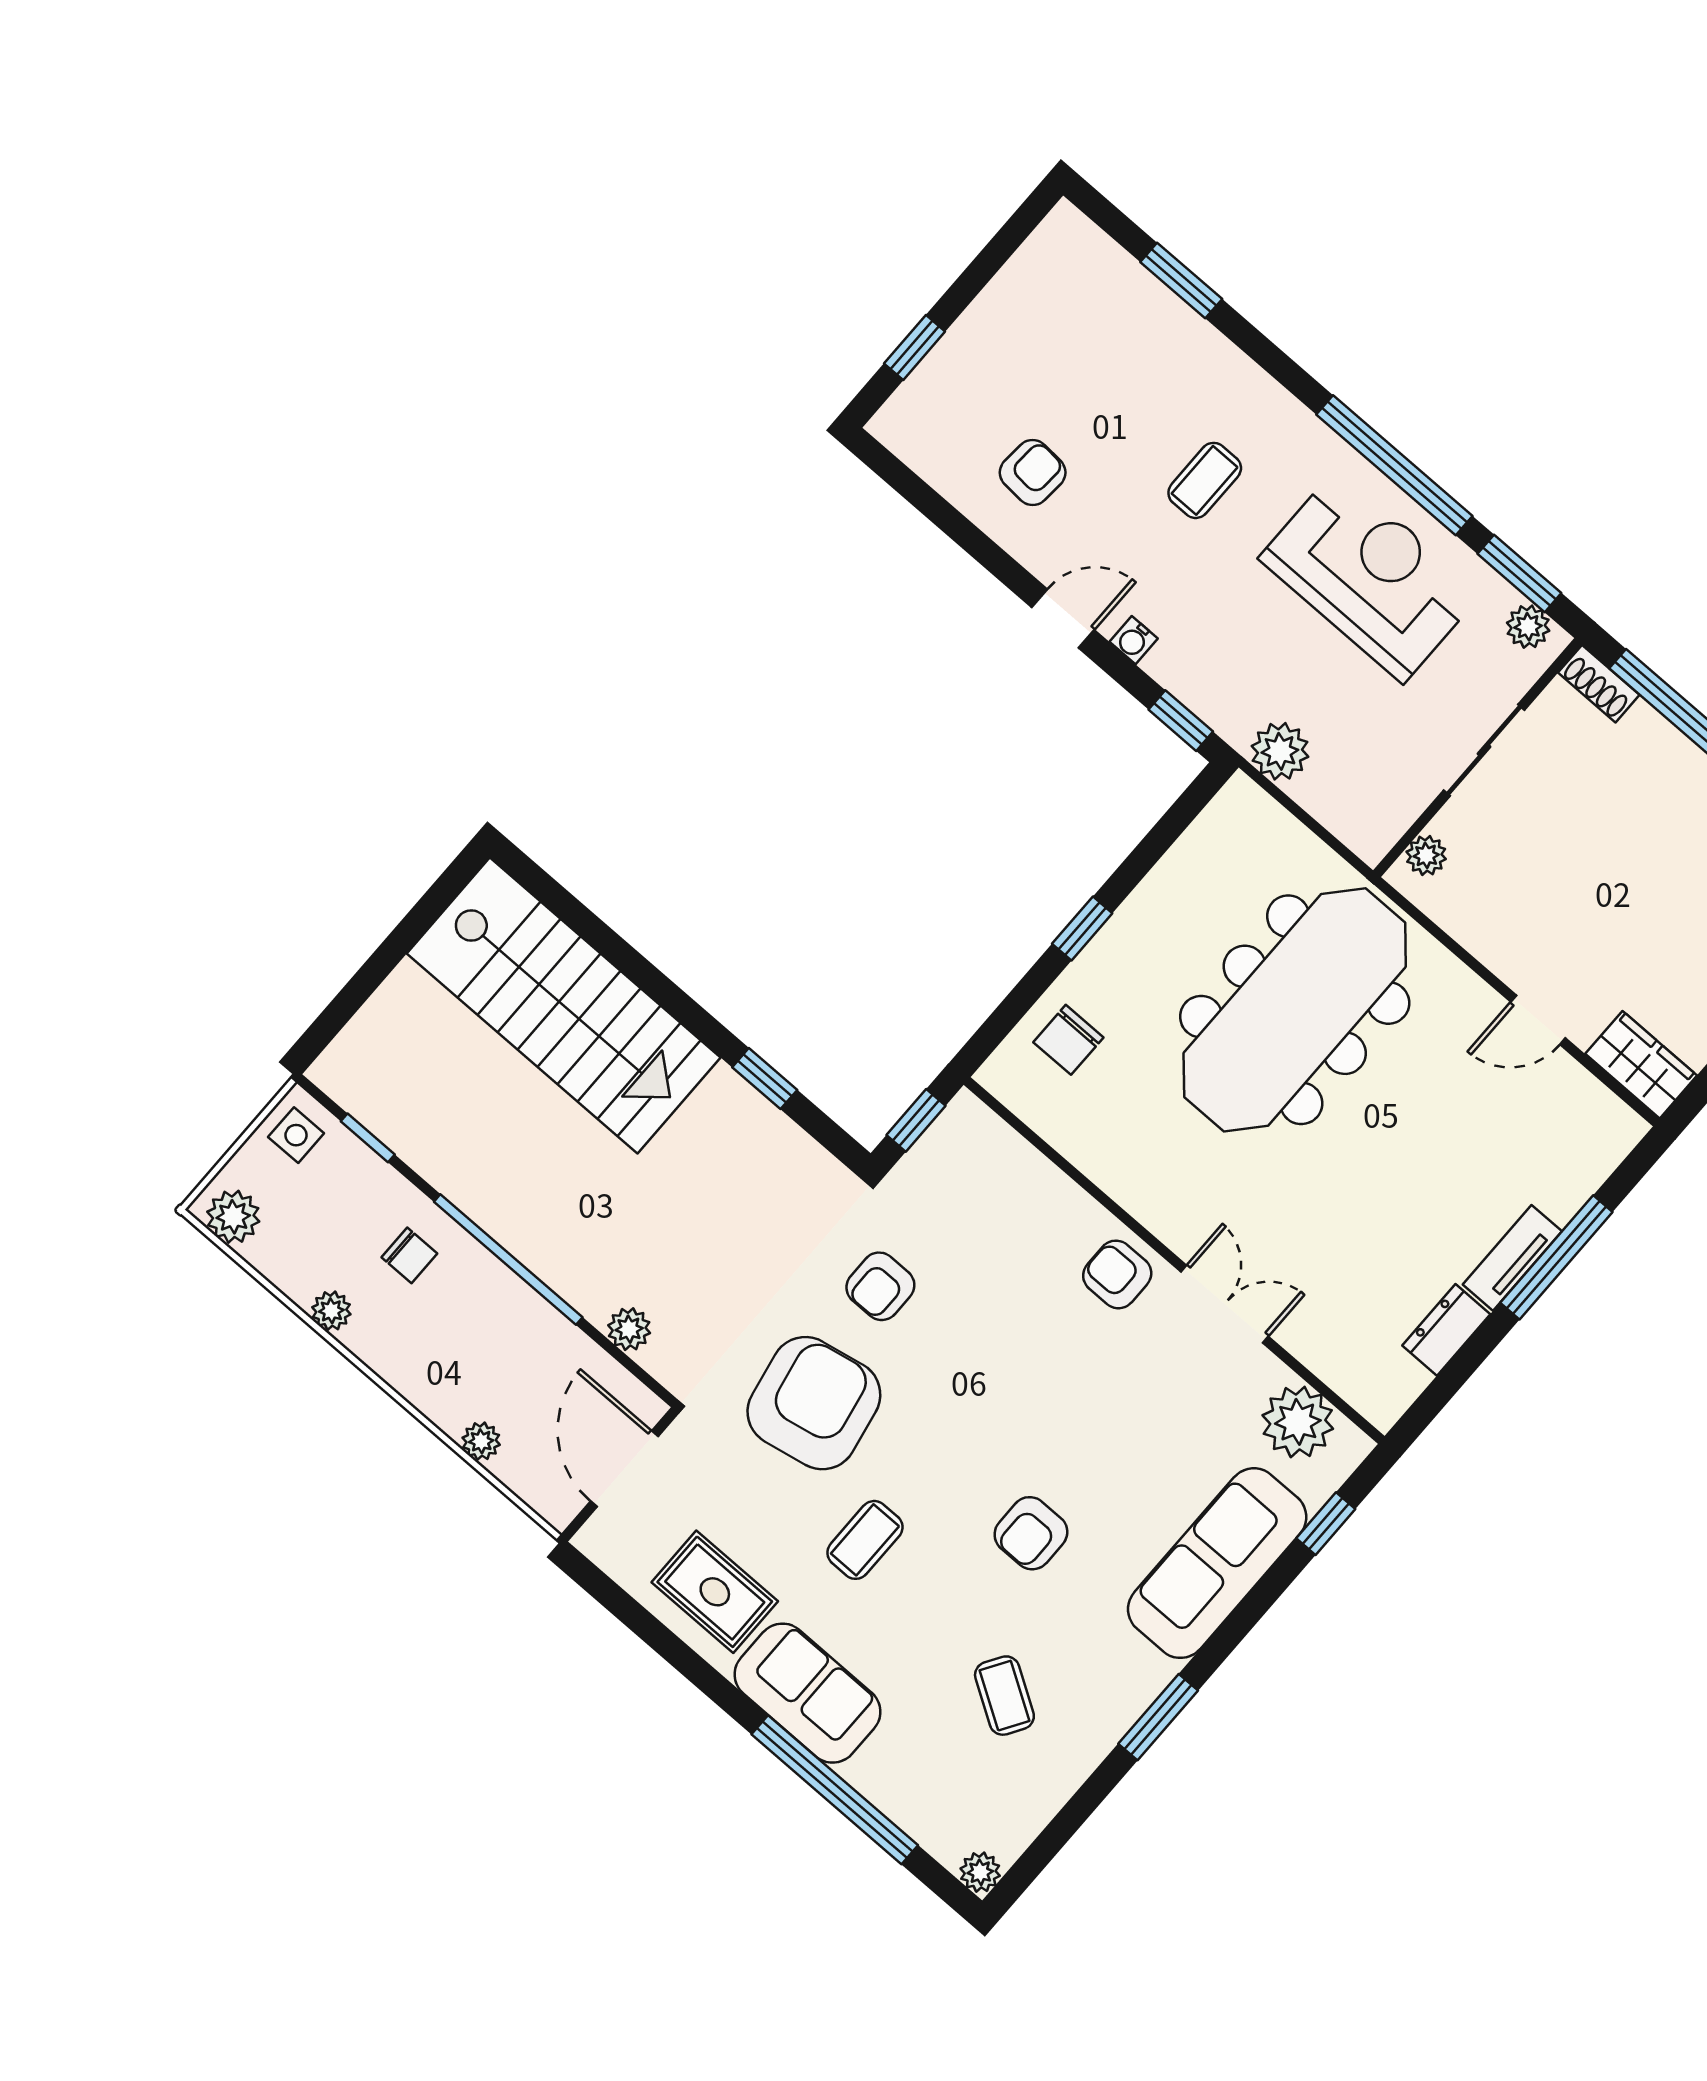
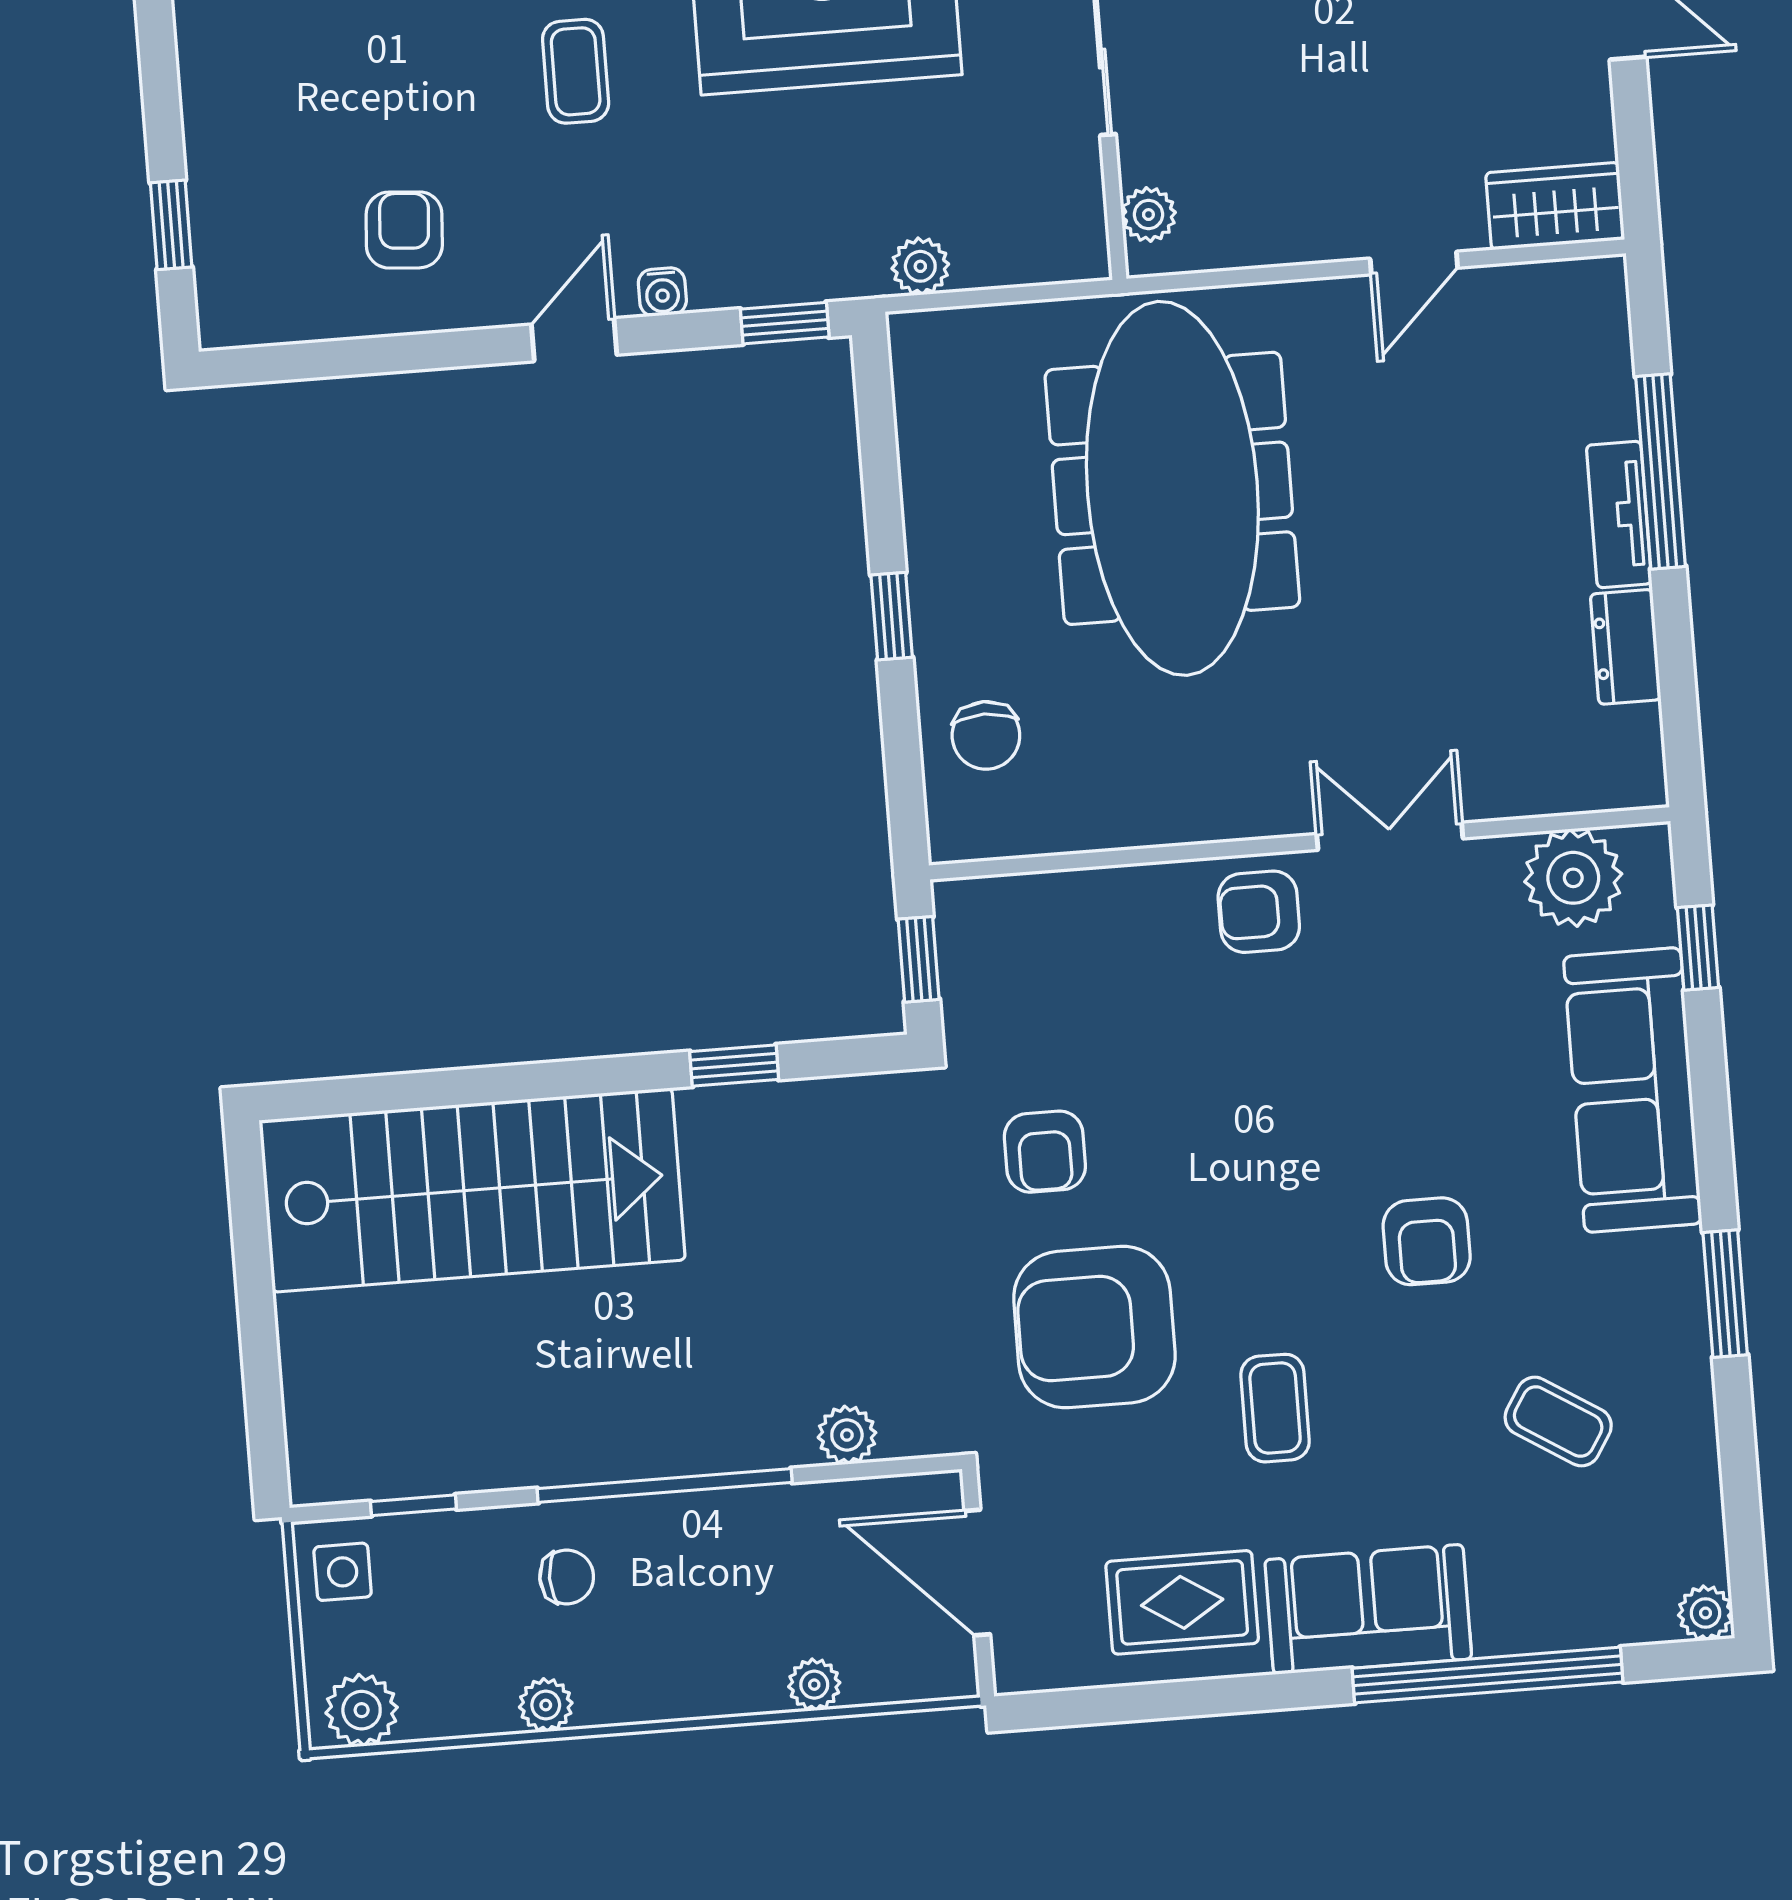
plant: (1280, 751) -> (920, 266), width x0.73, depth x0.73
armchair: (814, 1403) -> (1094, 1327), turned -79

